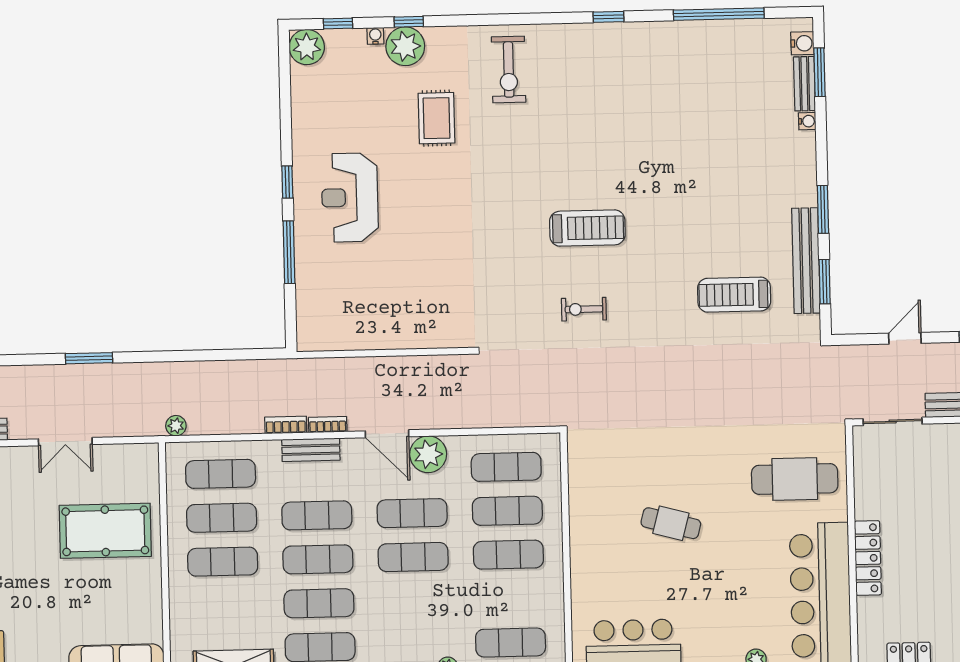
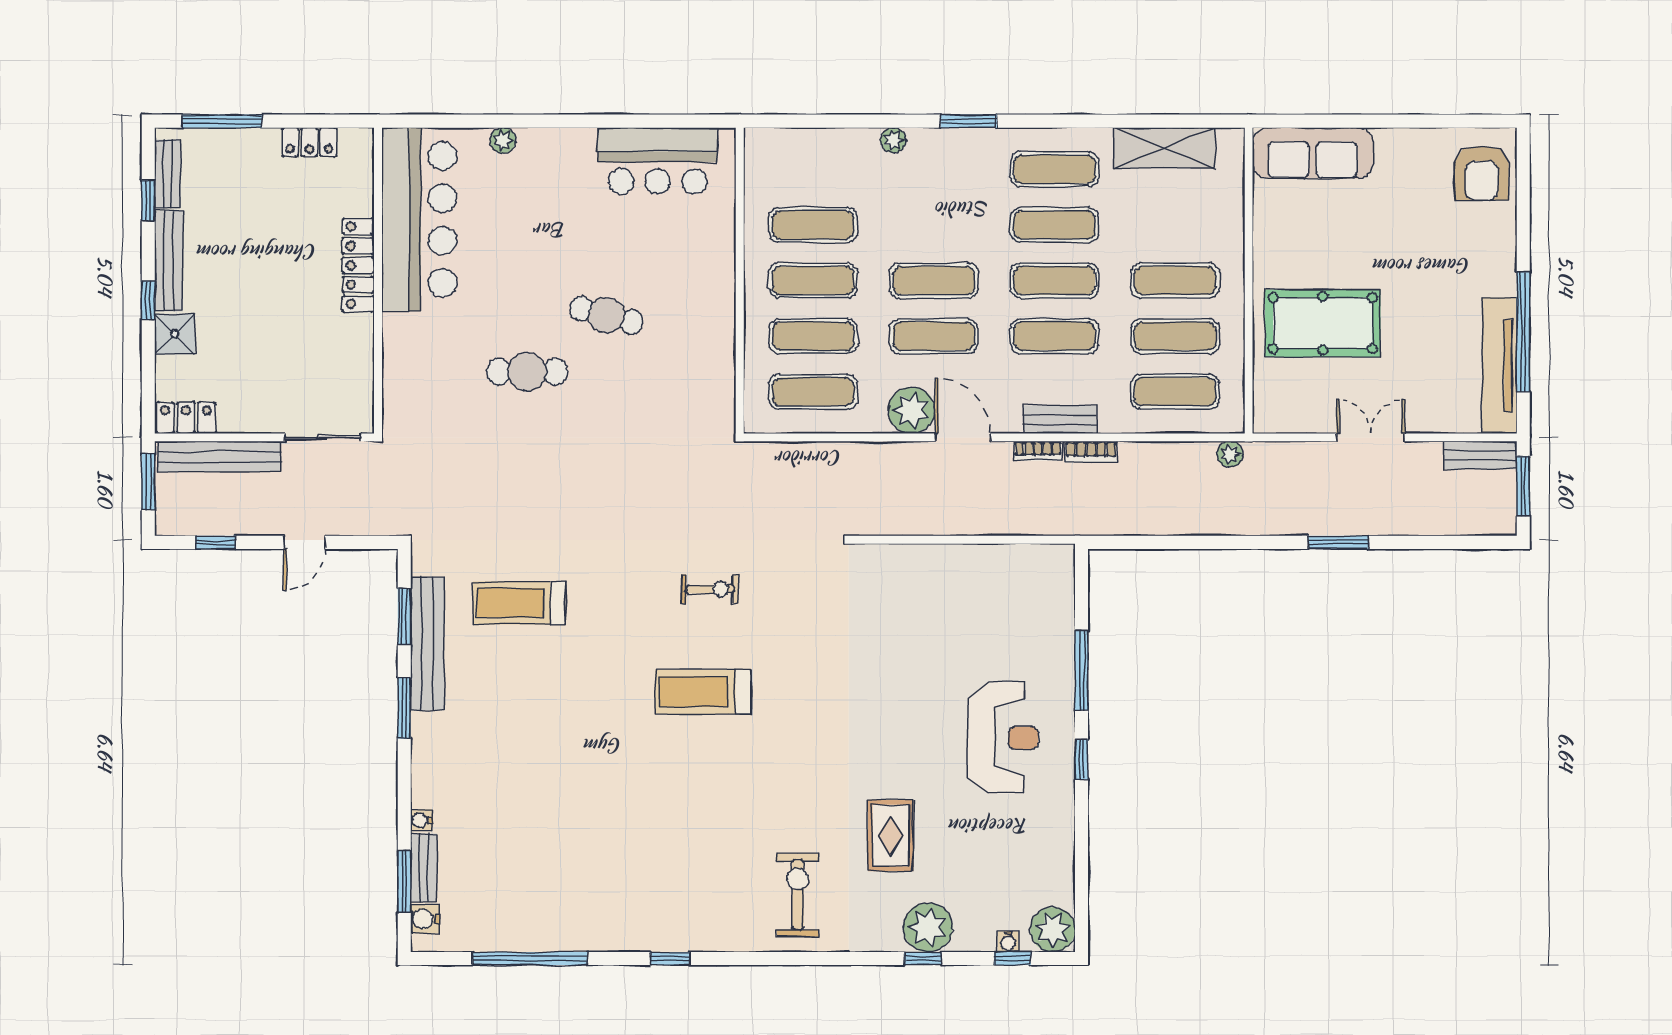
water cooler: (375, 36) -> (1008, 942), moved
treadmill: (734, 295) -> (519, 603), turned 180
cafe table: (795, 479) -> (527, 372), moved, width x0.73, depth x0.74
exercise mat: (511, 643) -> (813, 225), moved

